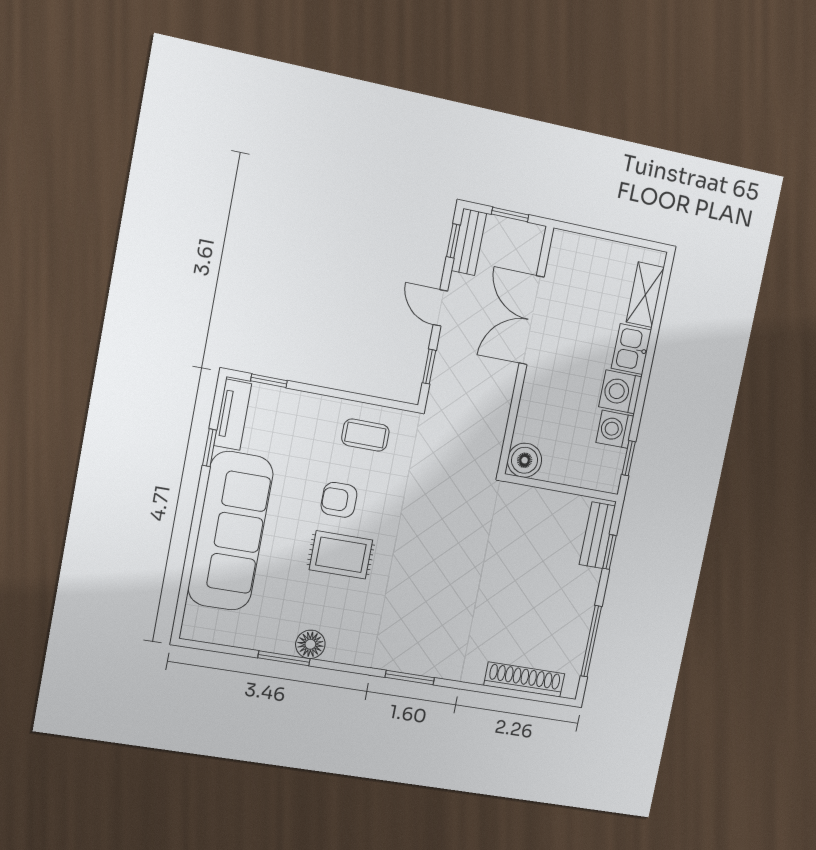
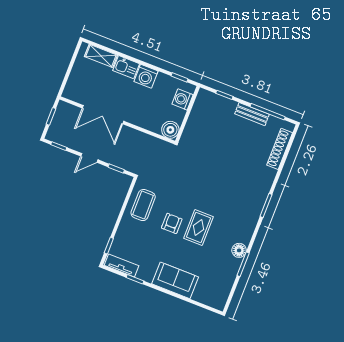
bench: (469, 242) -> (61, 139), removed
washing machine: (615, 429) -> (183, 99), moved, turned 90
coffee table: (365, 435) -> (143, 205), width x1.36, depth x1.30
armchair: (339, 500) -> (172, 223), turned 180
sofa: (230, 531) -> (175, 280), width x0.54, depth x0.79
bench: (597, 535) -> (252, 114), moved

